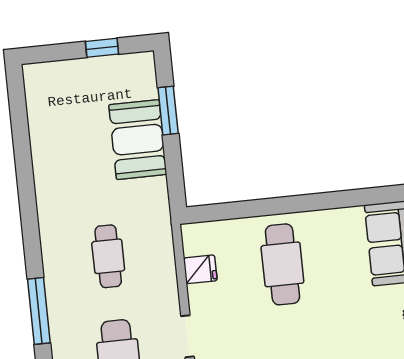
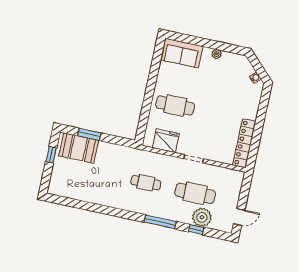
booth: (138, 140) -> (79, 148), moved
fridge: (200, 269) -> (166, 141), width x1.88, depth x1.34

